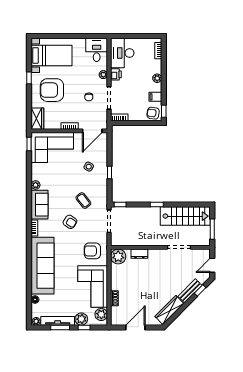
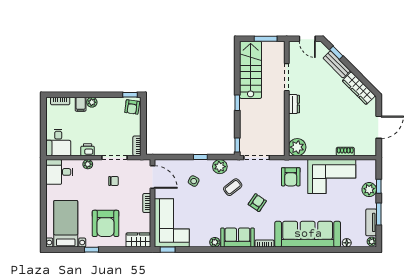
desk: (122, 53) -> (58, 142), width x0.73
filing cabinet: (155, 97) -> (81, 104), moved
dresser: (139, 254) -> (294, 104), moved
plant: (101, 314) -> (220, 167), moved
tv unit: (58, 321) -> (371, 222), width x0.71
door: (135, 327) -> (379, 127), swing flipped

